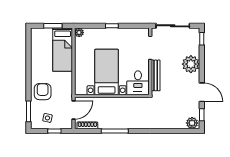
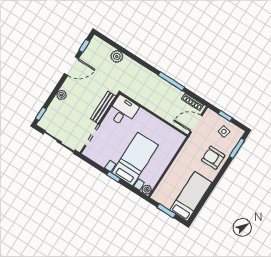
bed: (63, 50) -> (191, 196), moved
plant: (191, 64) -> (61, 95), width x0.53, depth x0.53
bed with nightstands: (107, 72) -> (135, 159), moved, turned 180
armchair: (43, 92) -> (213, 158), turned 90
door: (202, 92) -> (71, 66), swing flipped
plant: (192, 123) -> (117, 56), moved

